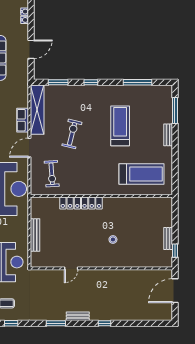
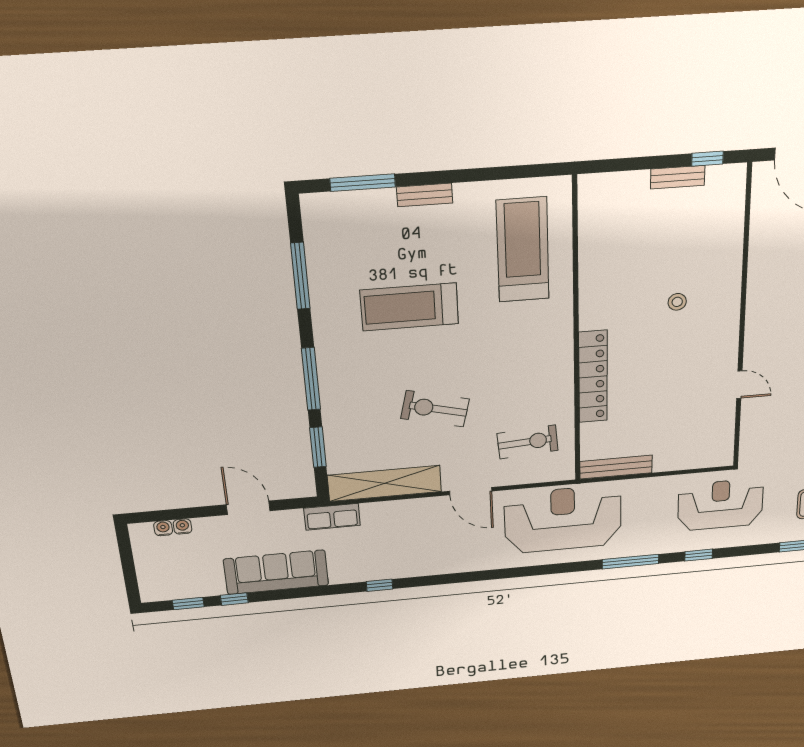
window: (91, 82) -> (311, 379), width x2.17
row of seats: (23, 120) -> (332, 517), moved
bench: (35, 235) -> (616, 467), moved

